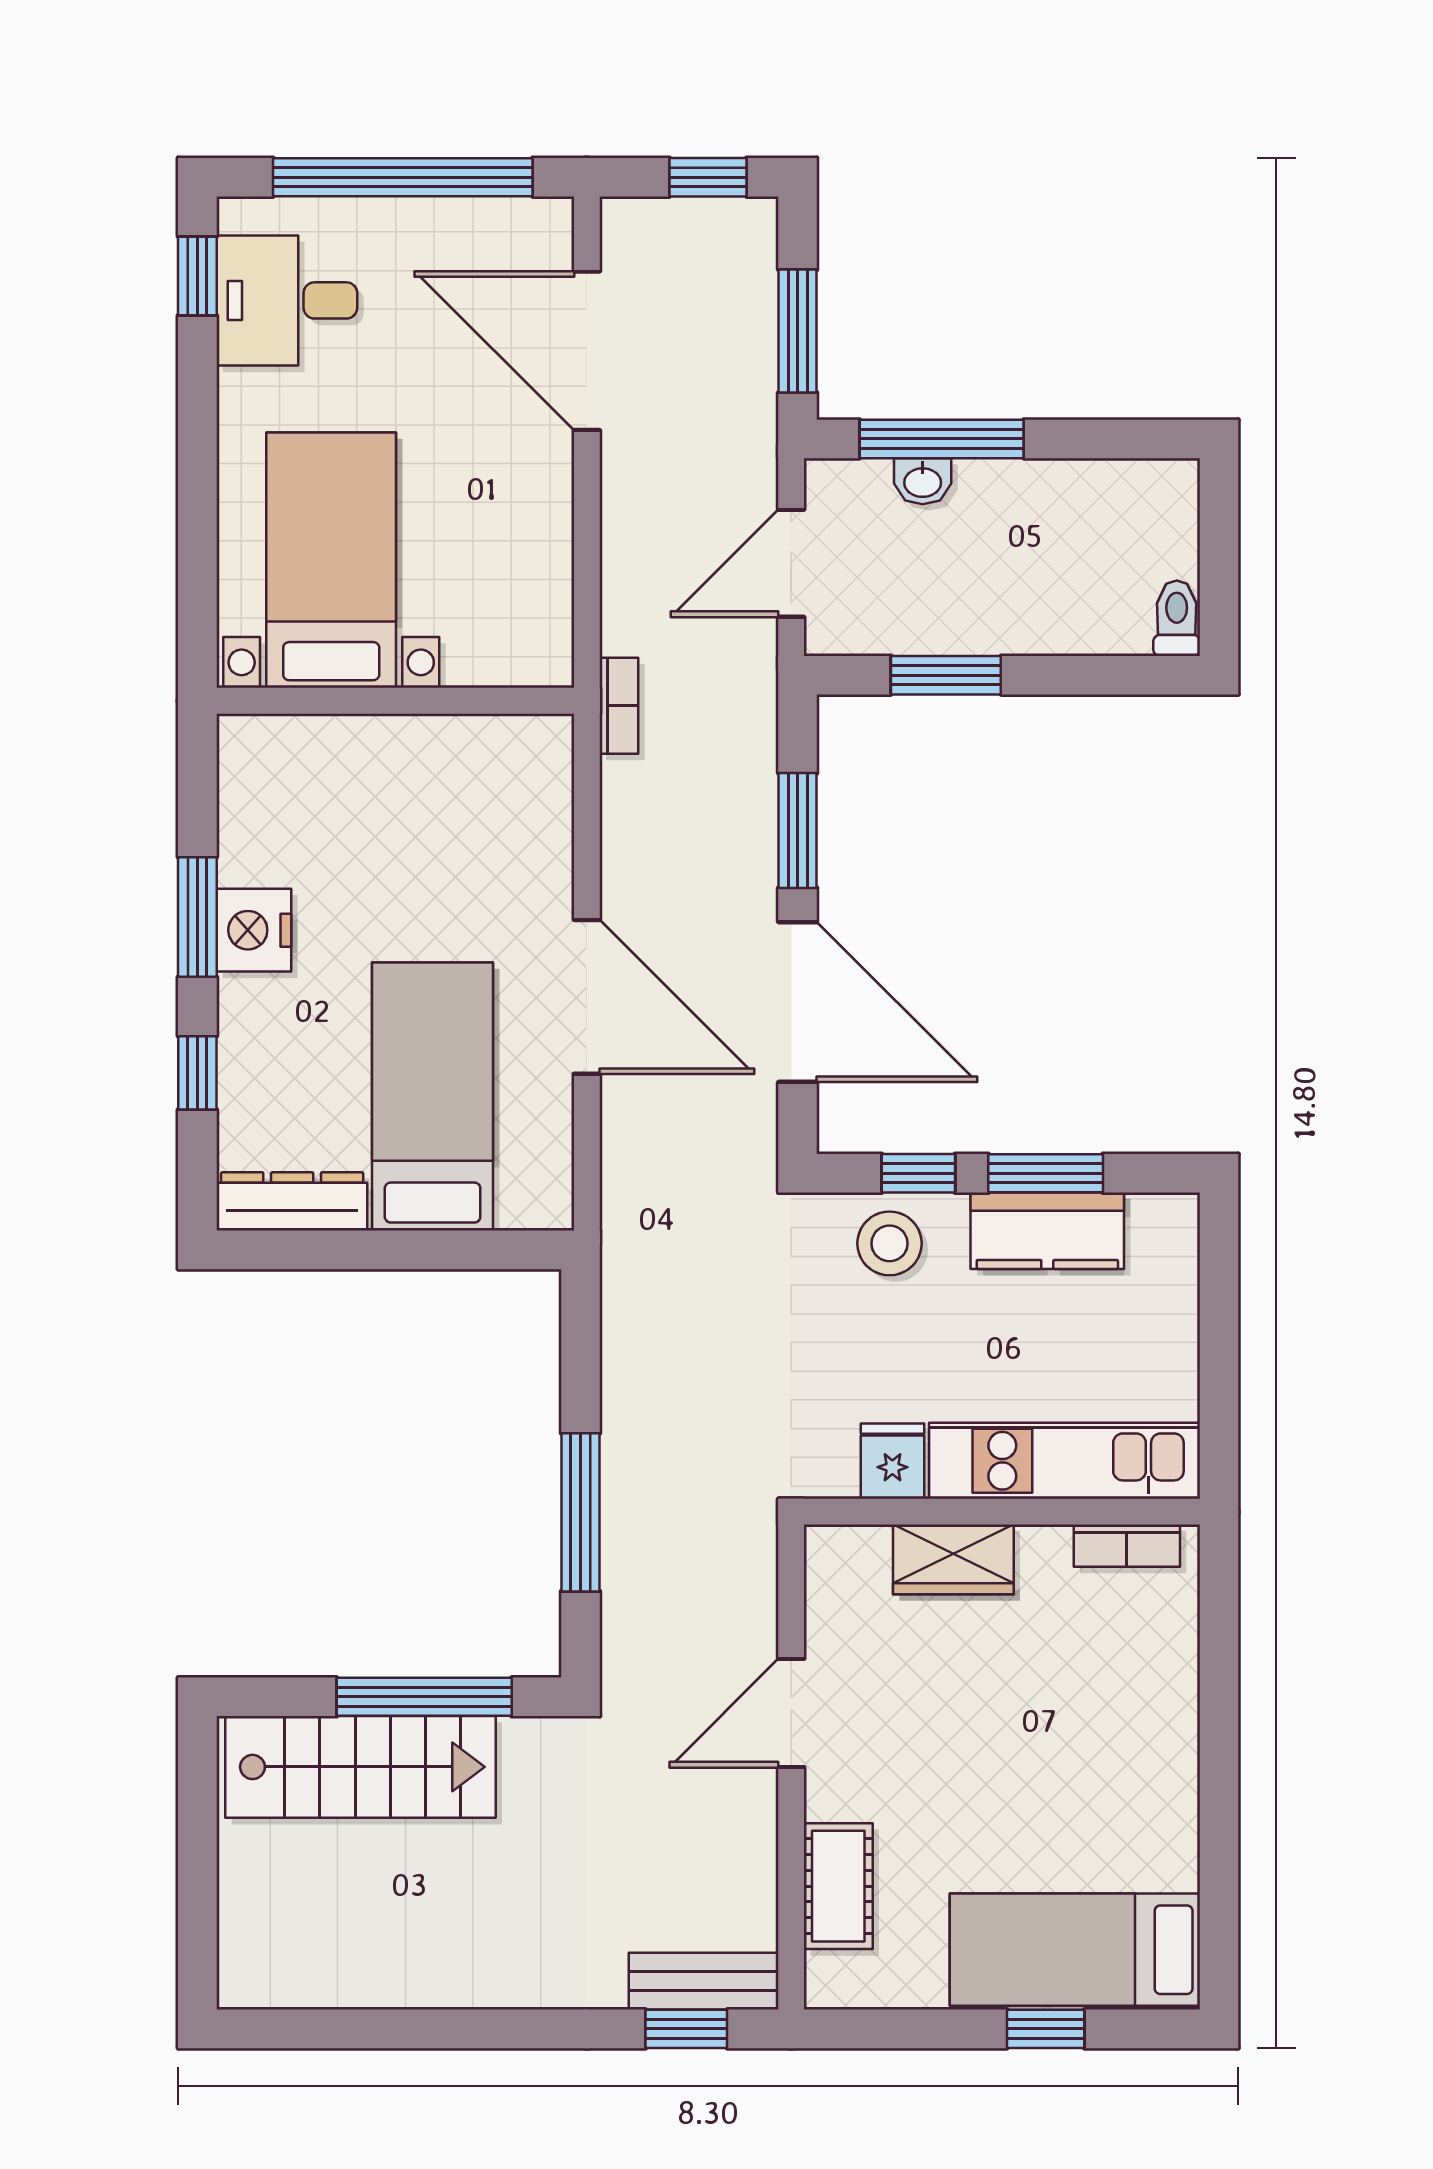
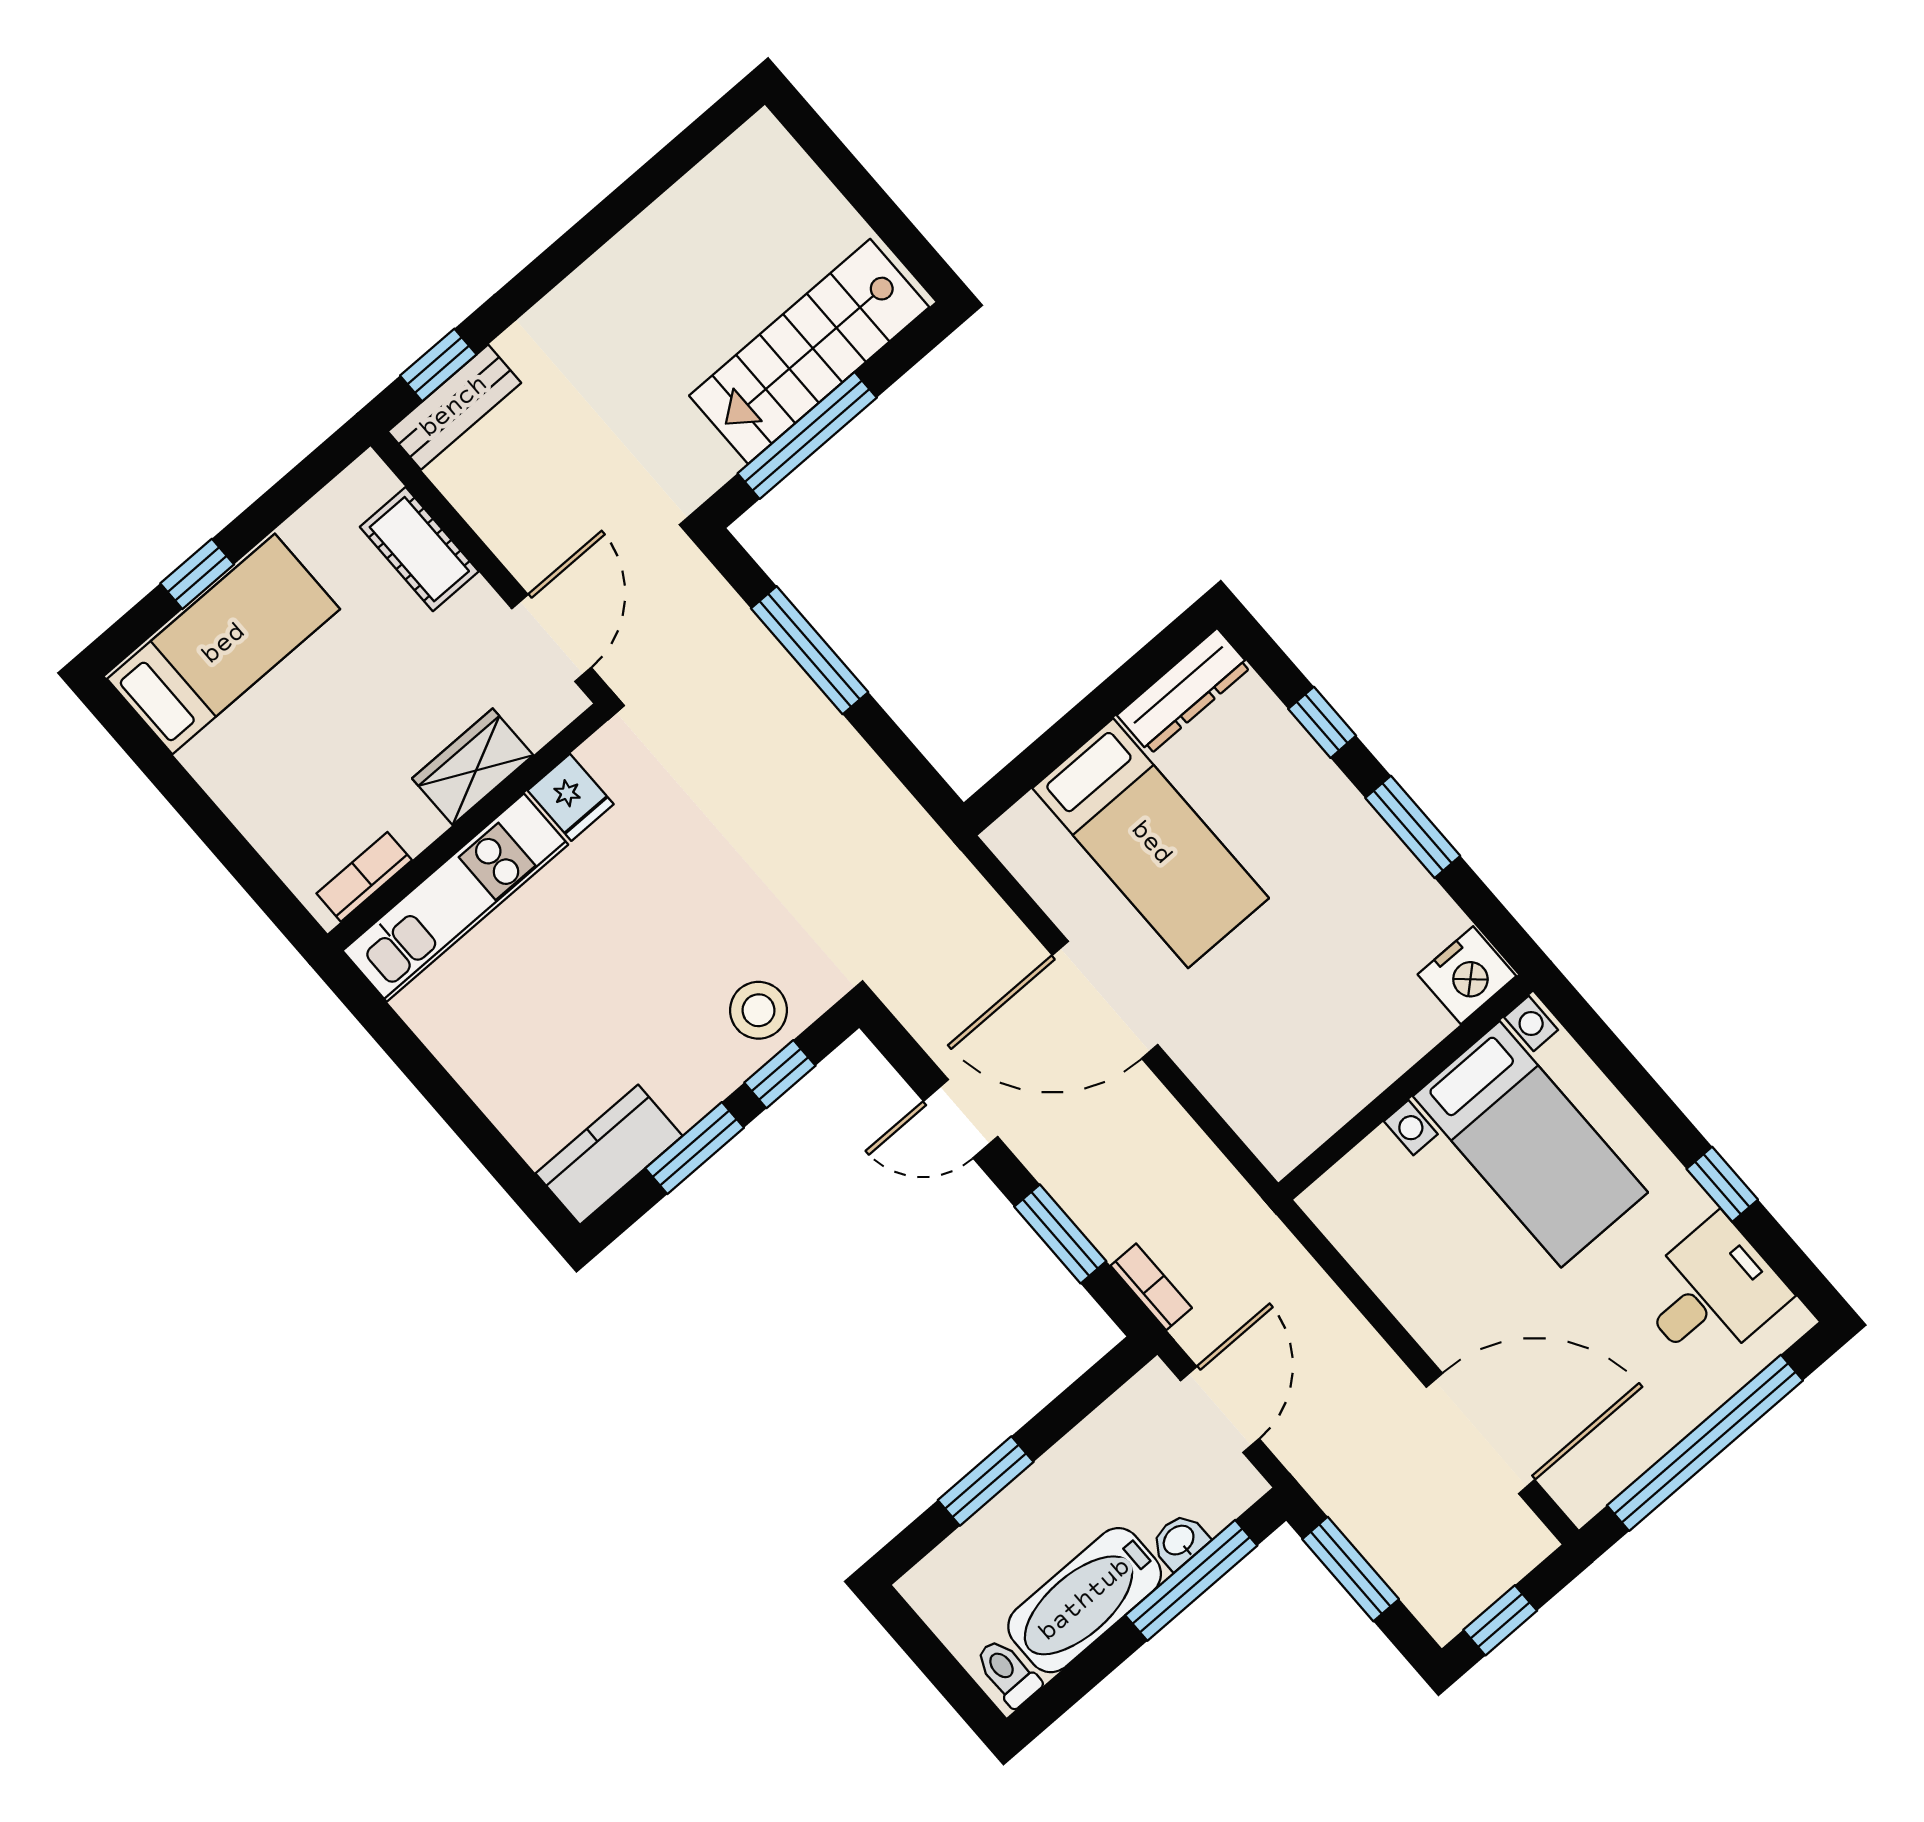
window: (197, 276) -> (1722, 1184), moved
bathtub: (1047, 501) -> (1085, 1600), added
toilet: (1177, 618) -> (1008, 1673), moved, turned 180
window: (946, 675) -> (986, 1481), moved
bookcase: (619, 706) -> (1151, 1287), moved, turned 180
nightstand: (254, 930) -> (1467, 975), moved, turned 90
door: (798, 1002) -> (961, 1119), width x0.53
kitchen counter: (1047, 1231) -> (609, 1155), moved
fridge: (892, 1461) -> (571, 797), moved
kitchen unit: (1065, 1461) -> (455, 898), moved
wall: (1002, 1512) -> (468, 827), moved
bookcase: (1127, 1546) -> (364, 877), moved
wardrobe: (953, 1559) -> (473, 767), moved

